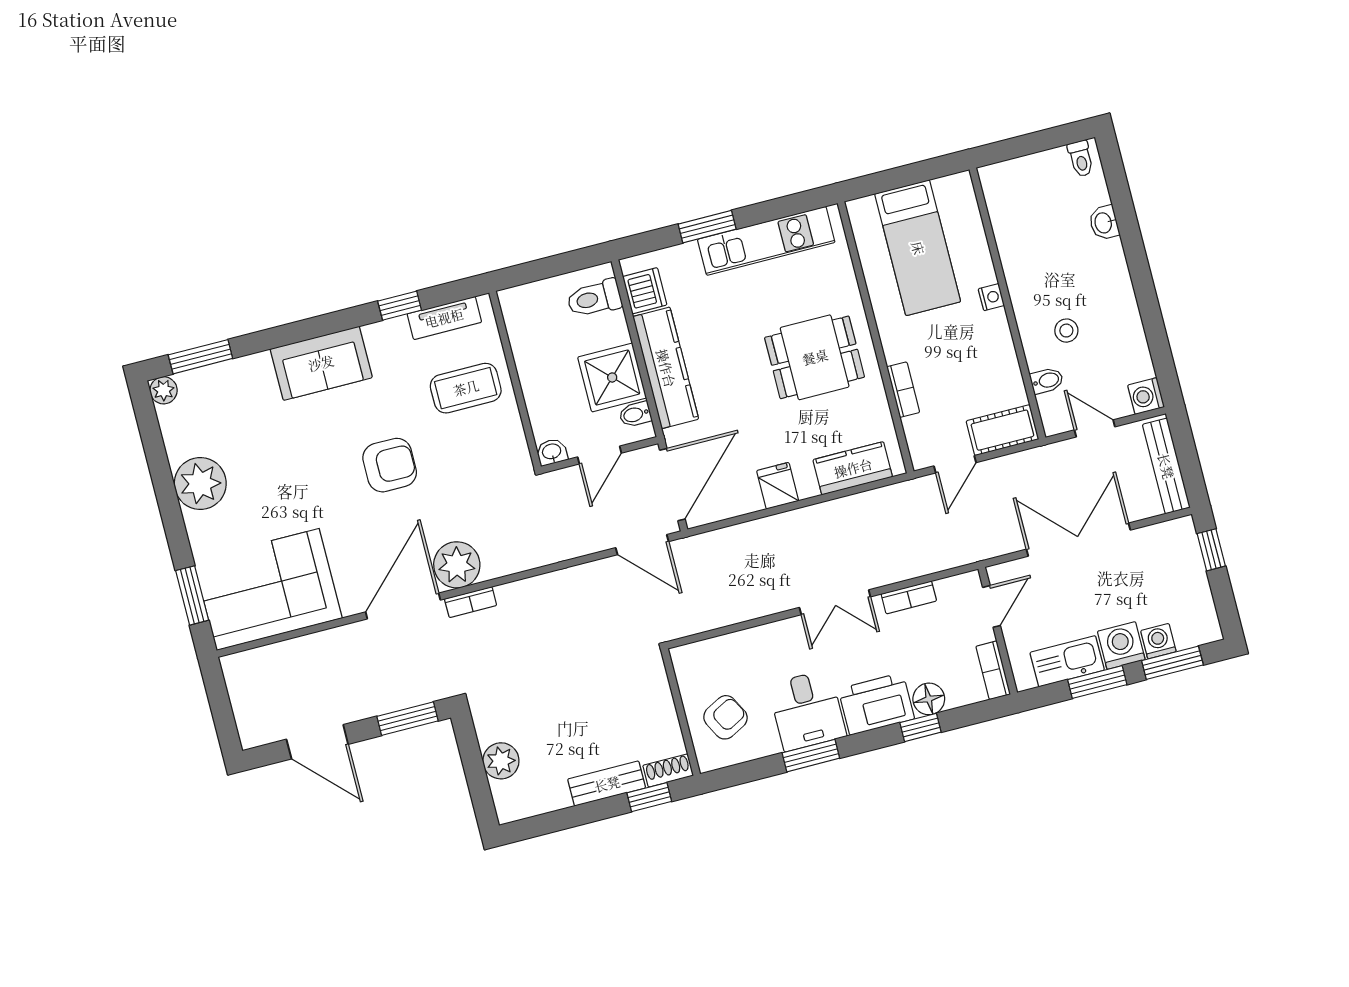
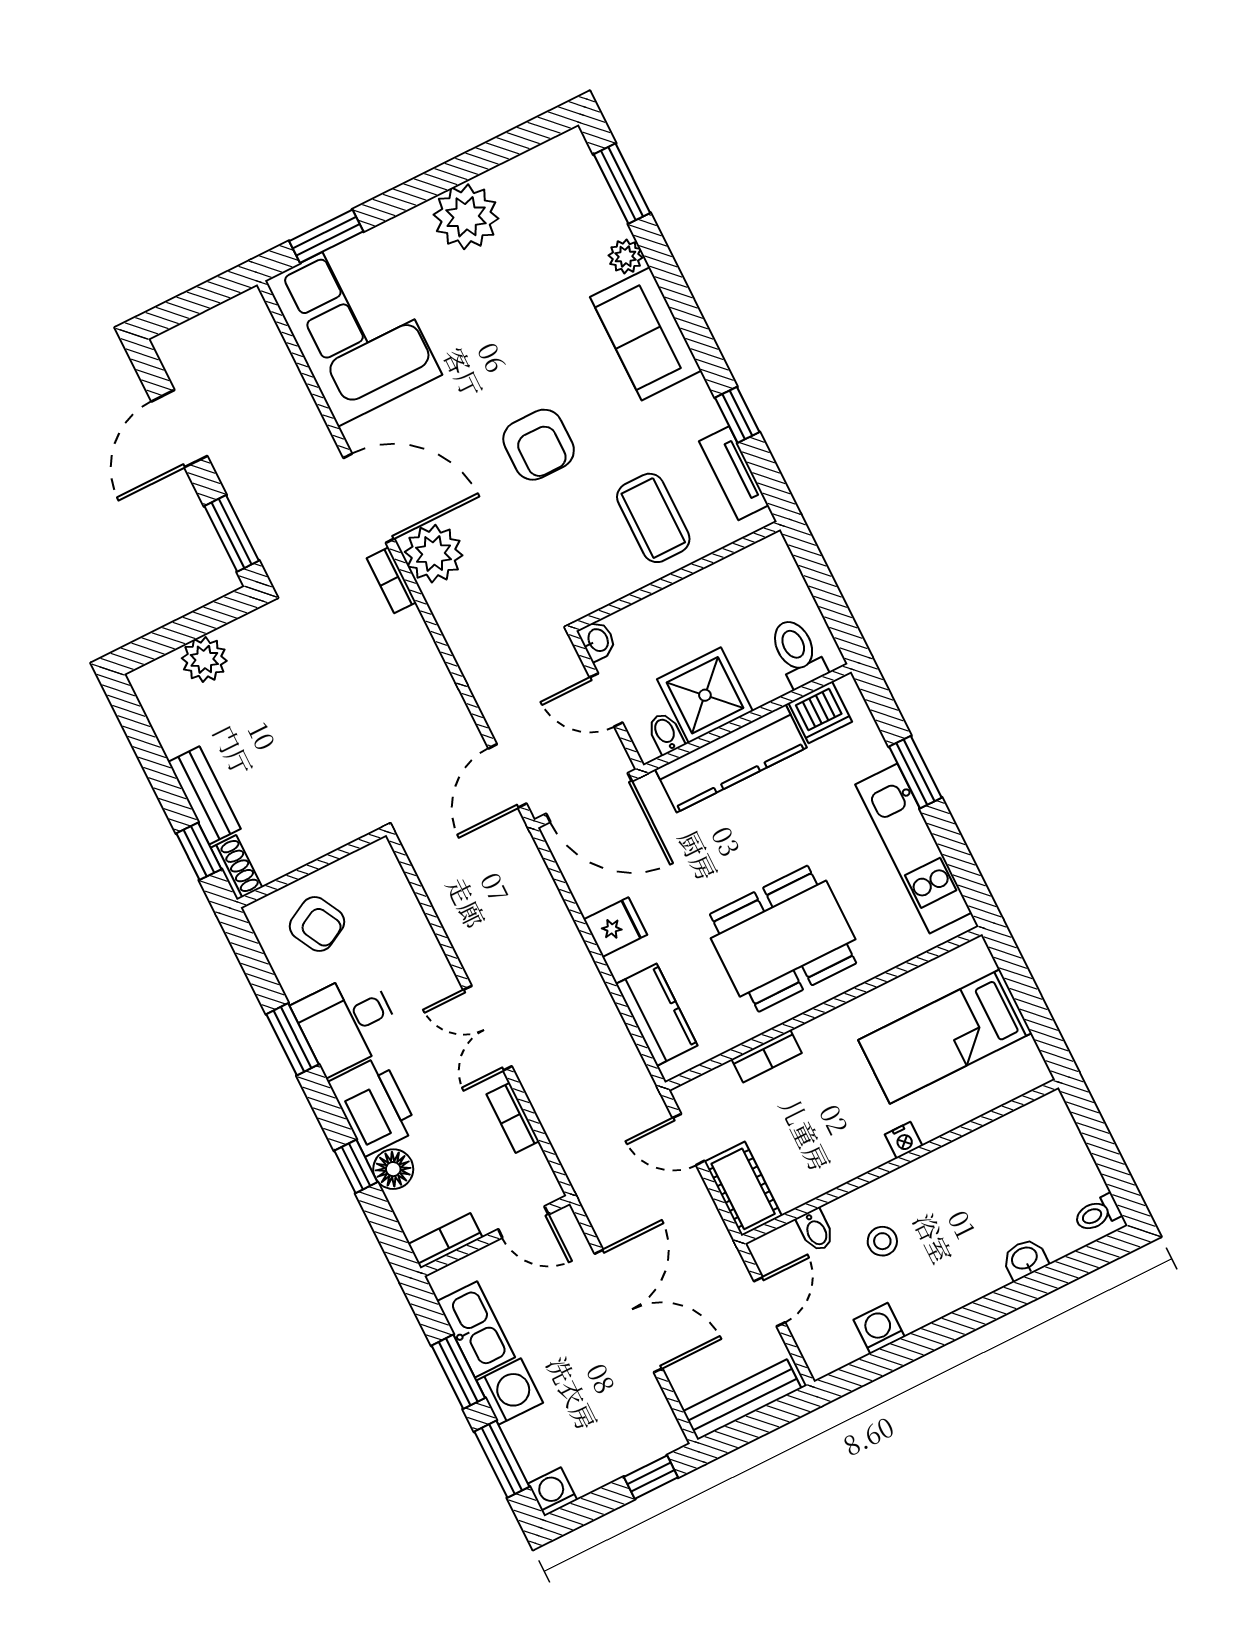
dining table: (815, 357) -> (783, 939), width x1.37
plant: (164, 390) -> (626, 256), moved
washing machine: (1146, 396) -> (879, 1328), moved
washing machine: (1158, 641) -> (553, 1492), moved, turned -90

